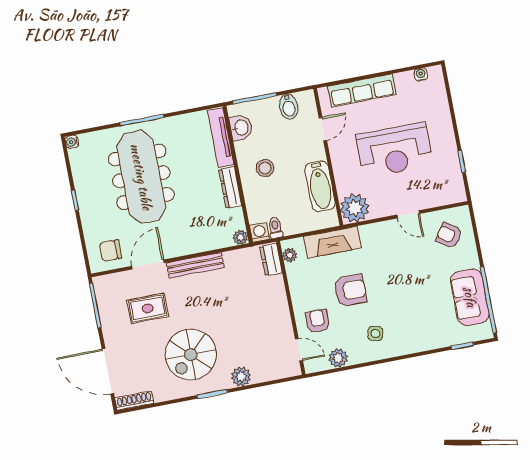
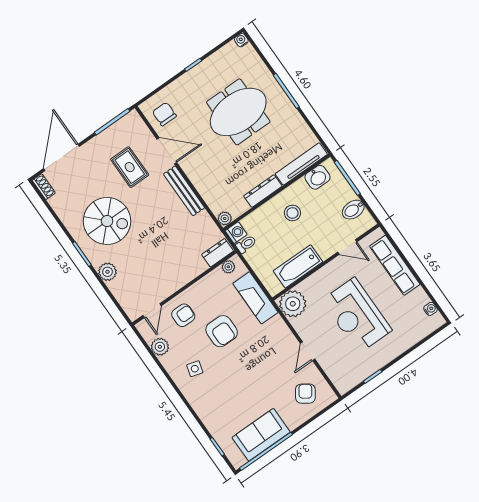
meeting table: (141, 177) -> (238, 112), width x0.73
spiral stairs: (191, 355) -> (107, 221), turned 180
shoe rack: (134, 401) -> (44, 187), width x0.70

